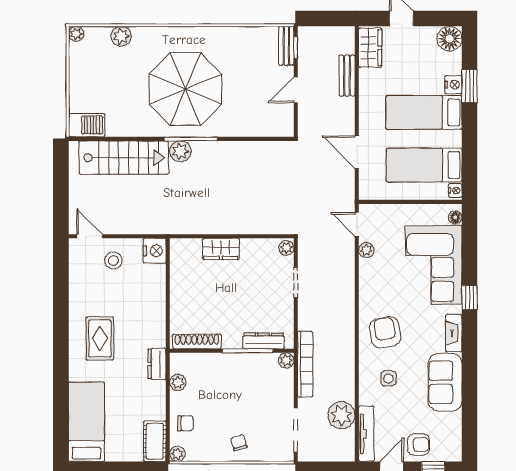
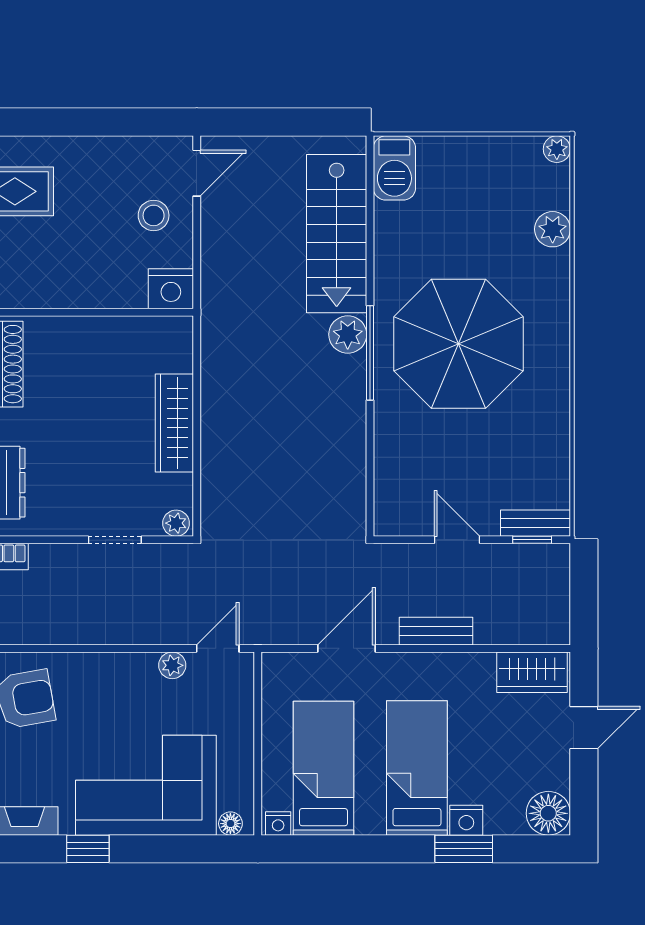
bench: (347, 76) -> (436, 631), moved
wardrobe: (221, 249) -> (174, 423), width x1.50

